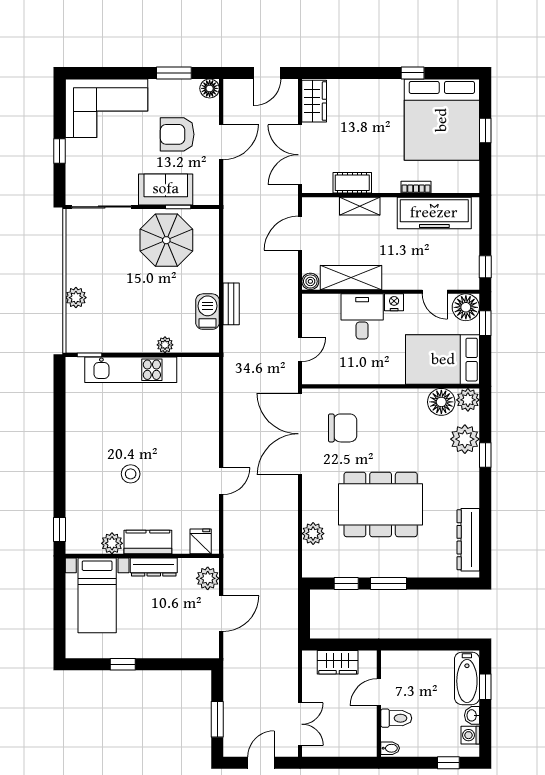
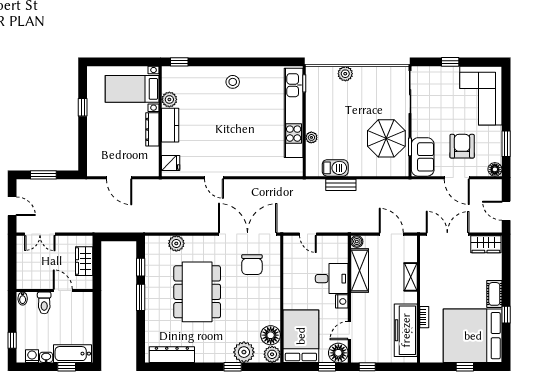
cot: (352, 183) -> (494, 294), moved
sofa: (166, 189) -> (423, 157), moved
kitchen unit: (131, 370) -> (294, 113), width x1.36
stool: (131, 474) -> (233, 82), moved
plant: (208, 578) -> (144, 168), removed

